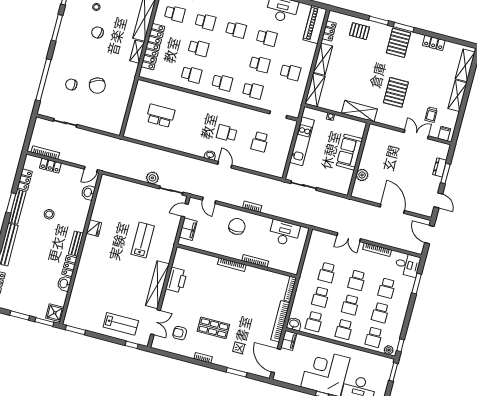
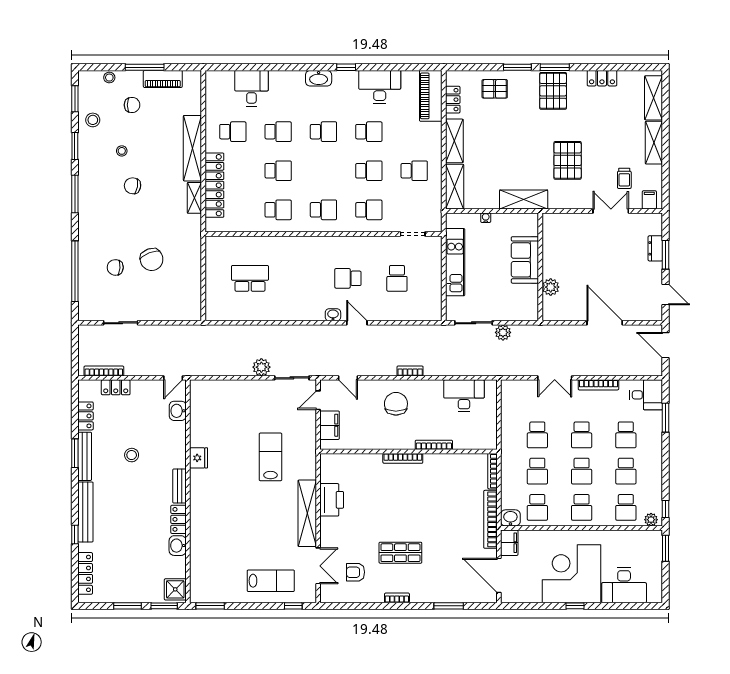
plant: (322, 197) -> (503, 332), added

